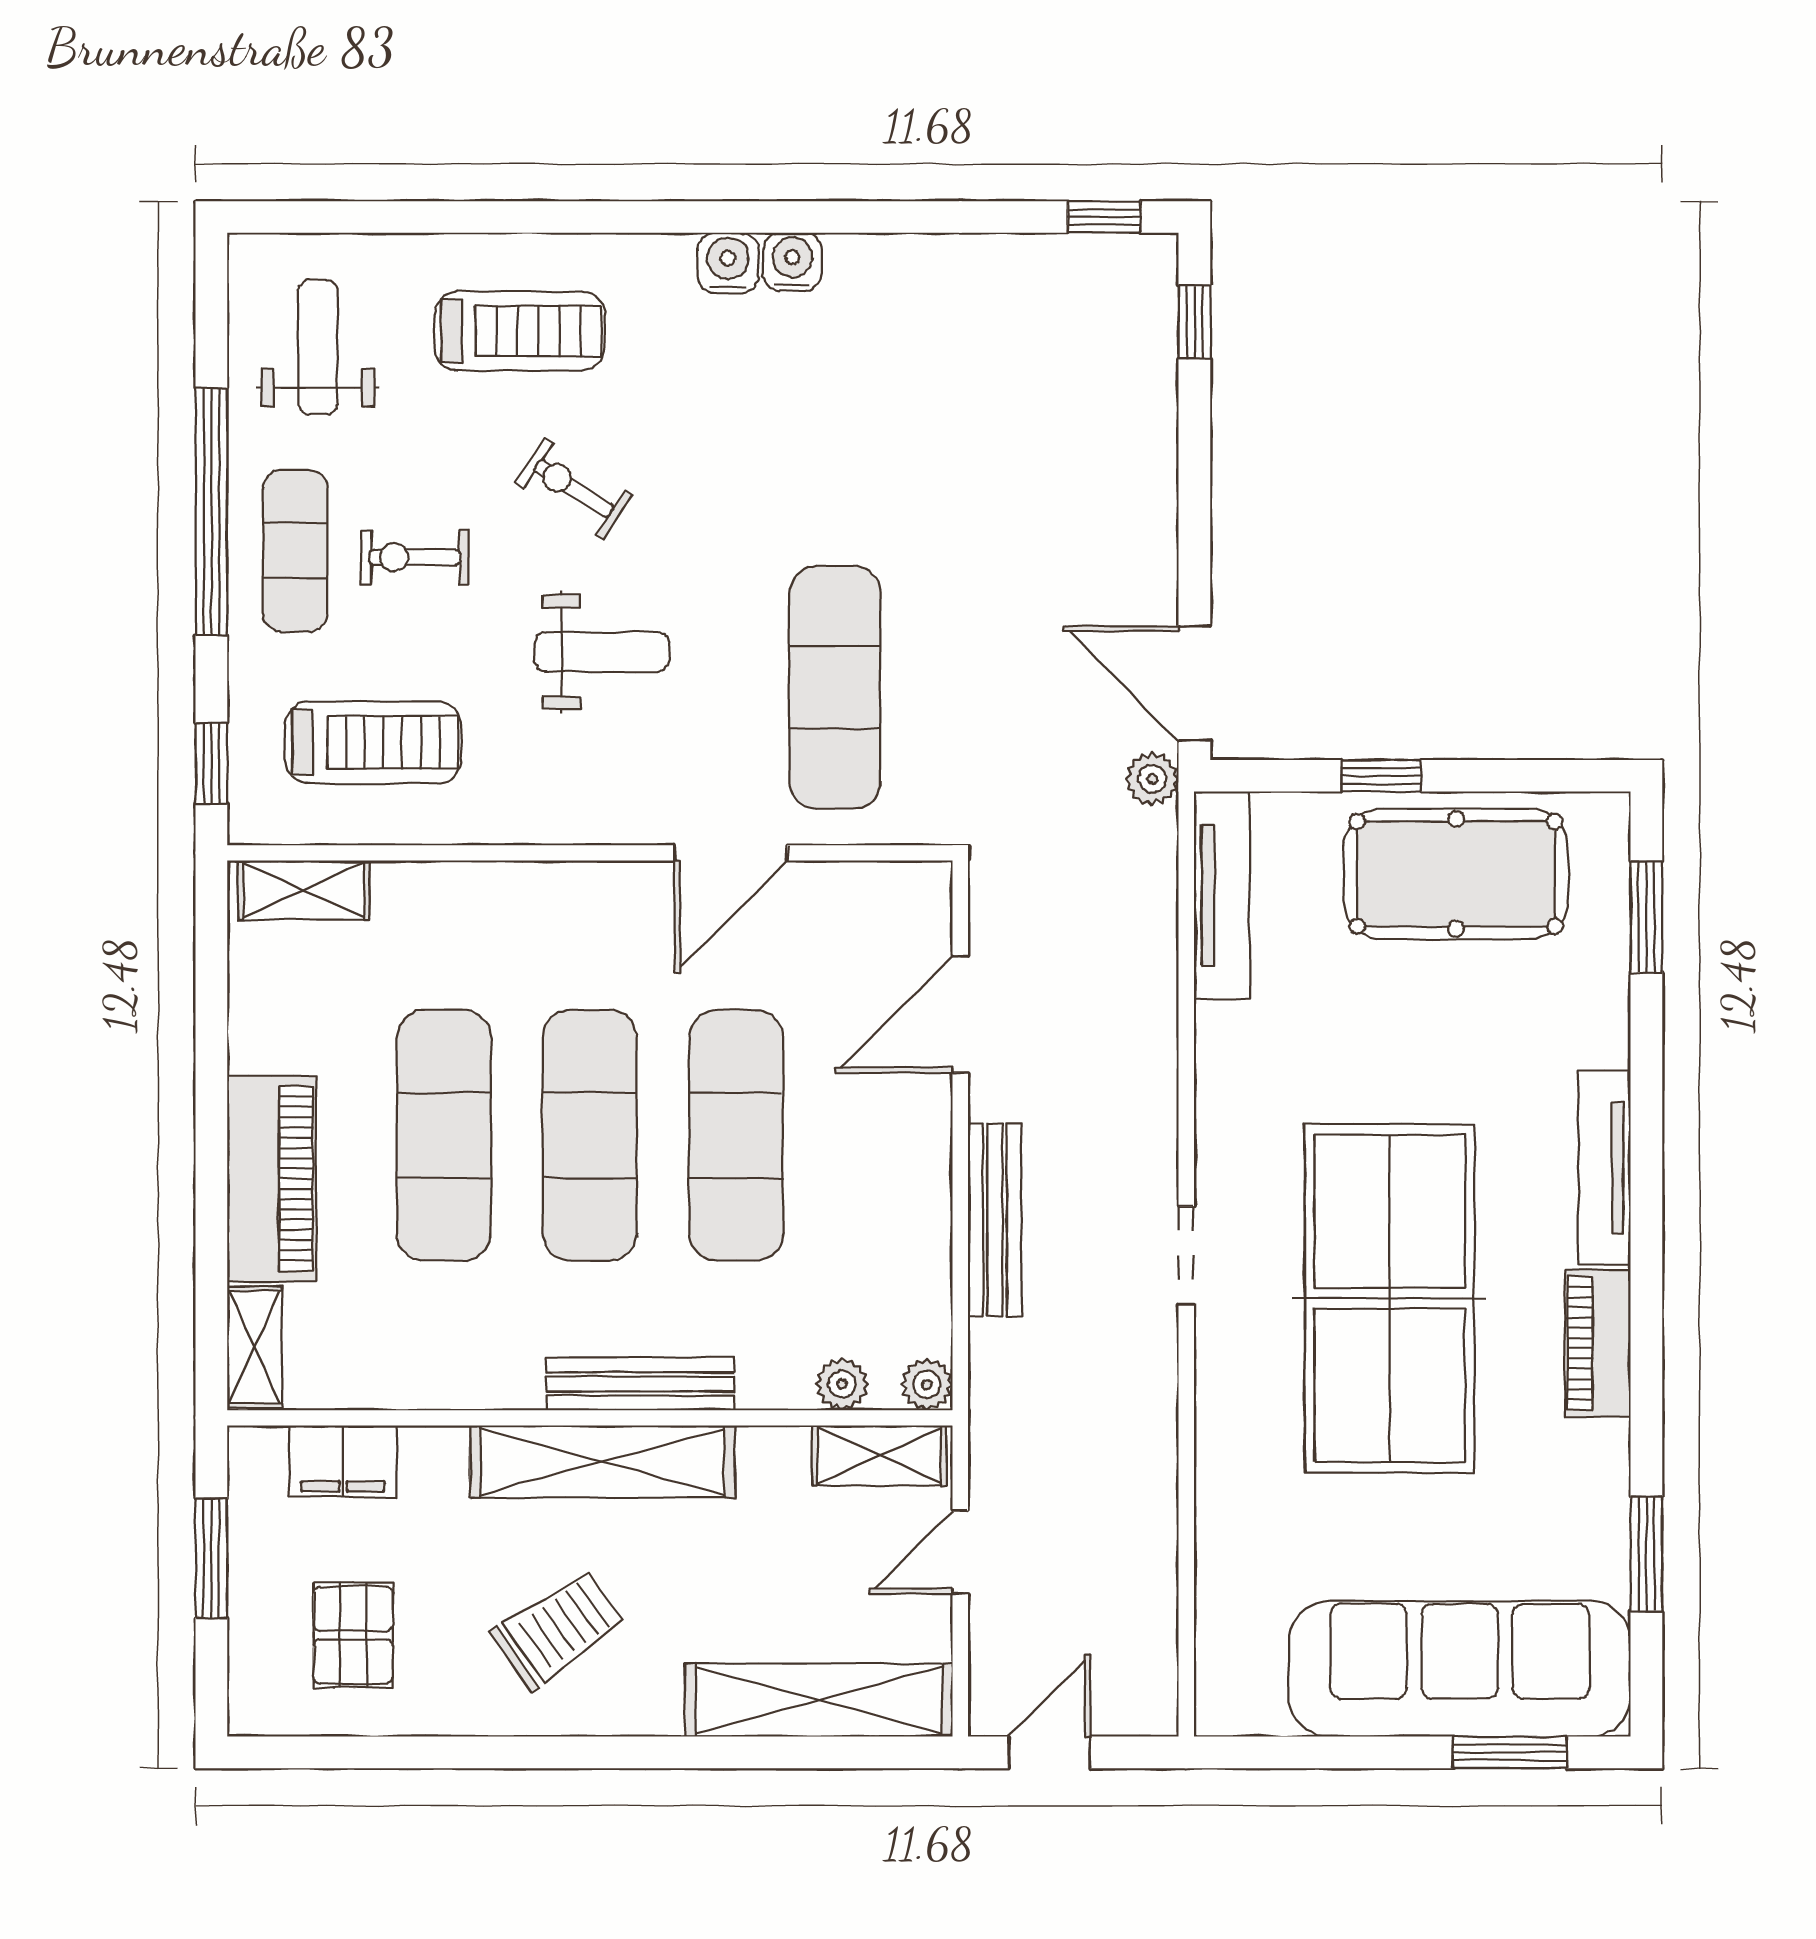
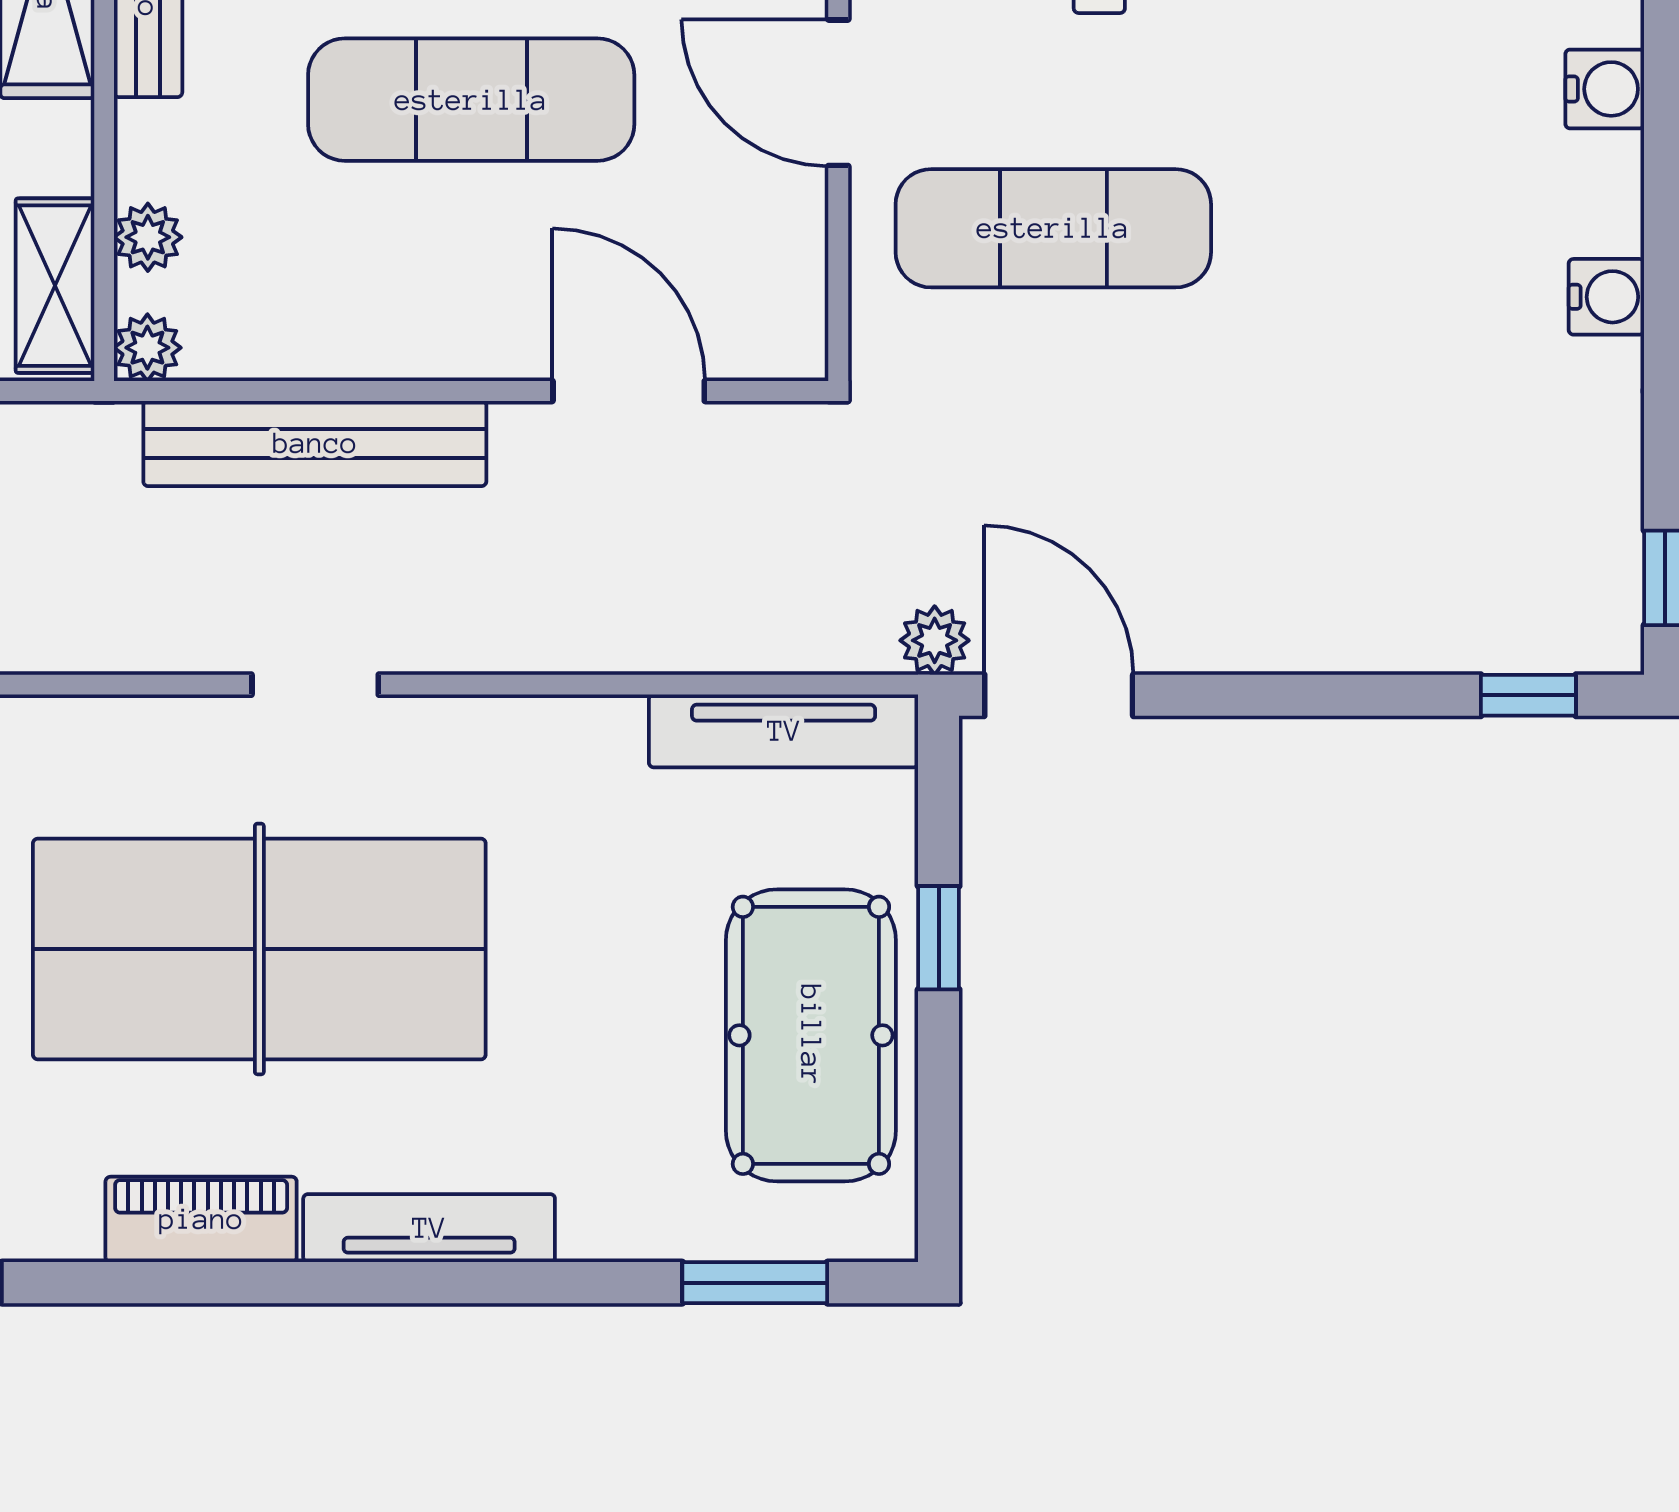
water cooler: (792, 262) -> (1606, 297), moved
door: (1194, 683) -> (1059, 695), hinge flipped
bench: (995, 1220) -> (315, 443), width x1.37, depth x1.21

